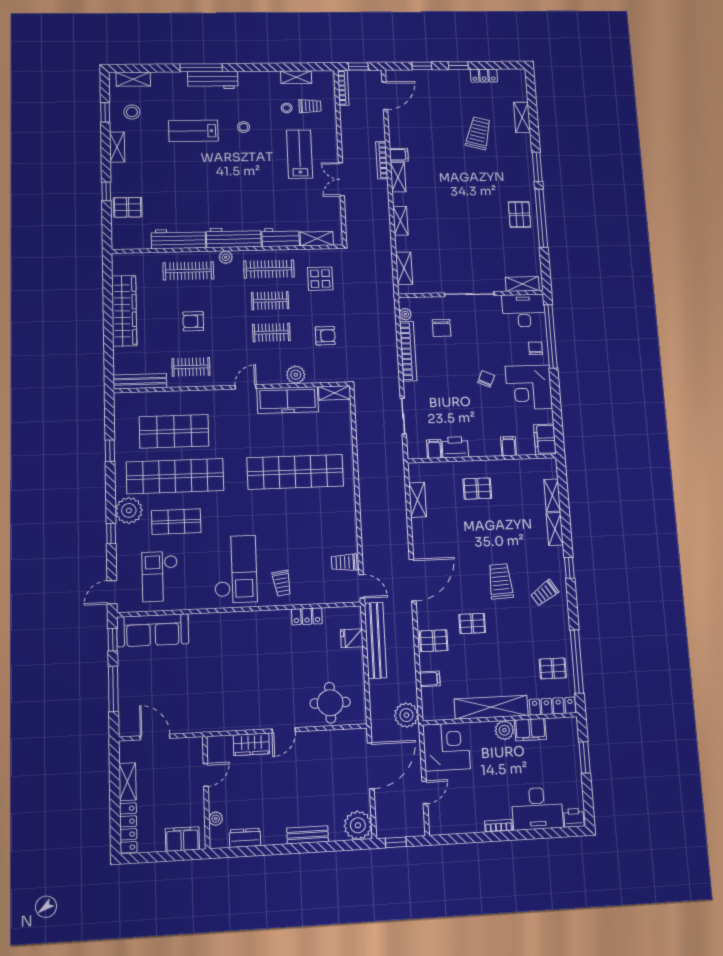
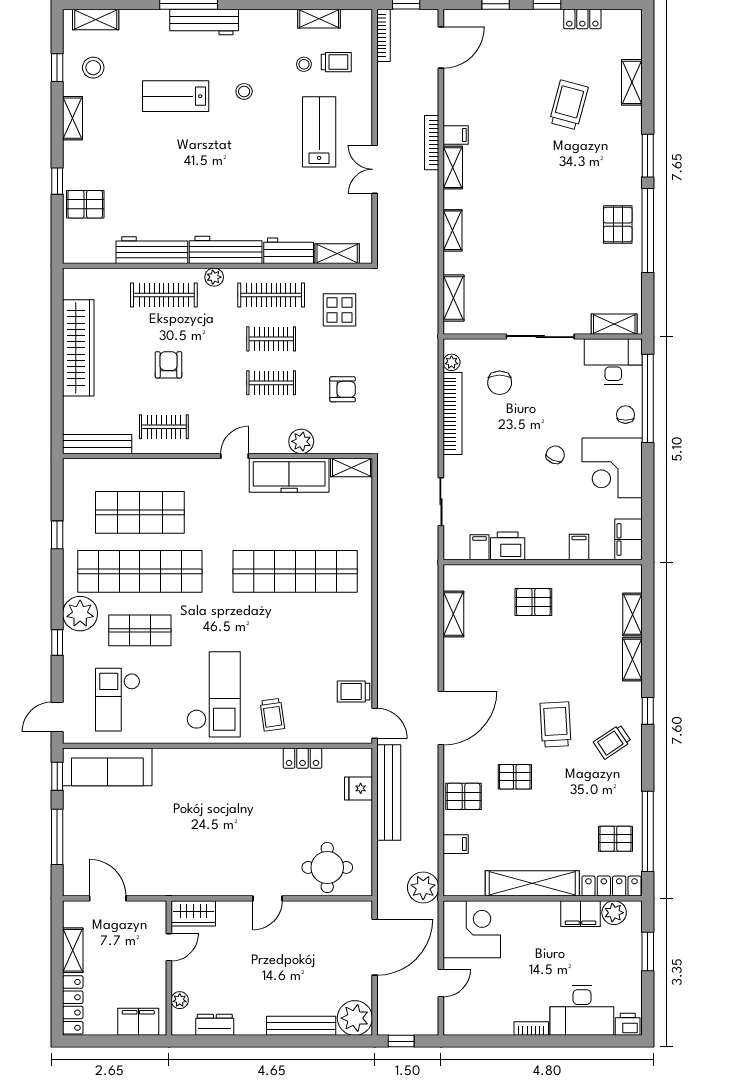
armchair: (193, 321) -> (168, 365), turned 90
plant: (504, 730) -> (614, 913), moved
wardrobe: (251, 744) -> (193, 913), moved
bench: (308, 835) -> (301, 1026), width x1.36

